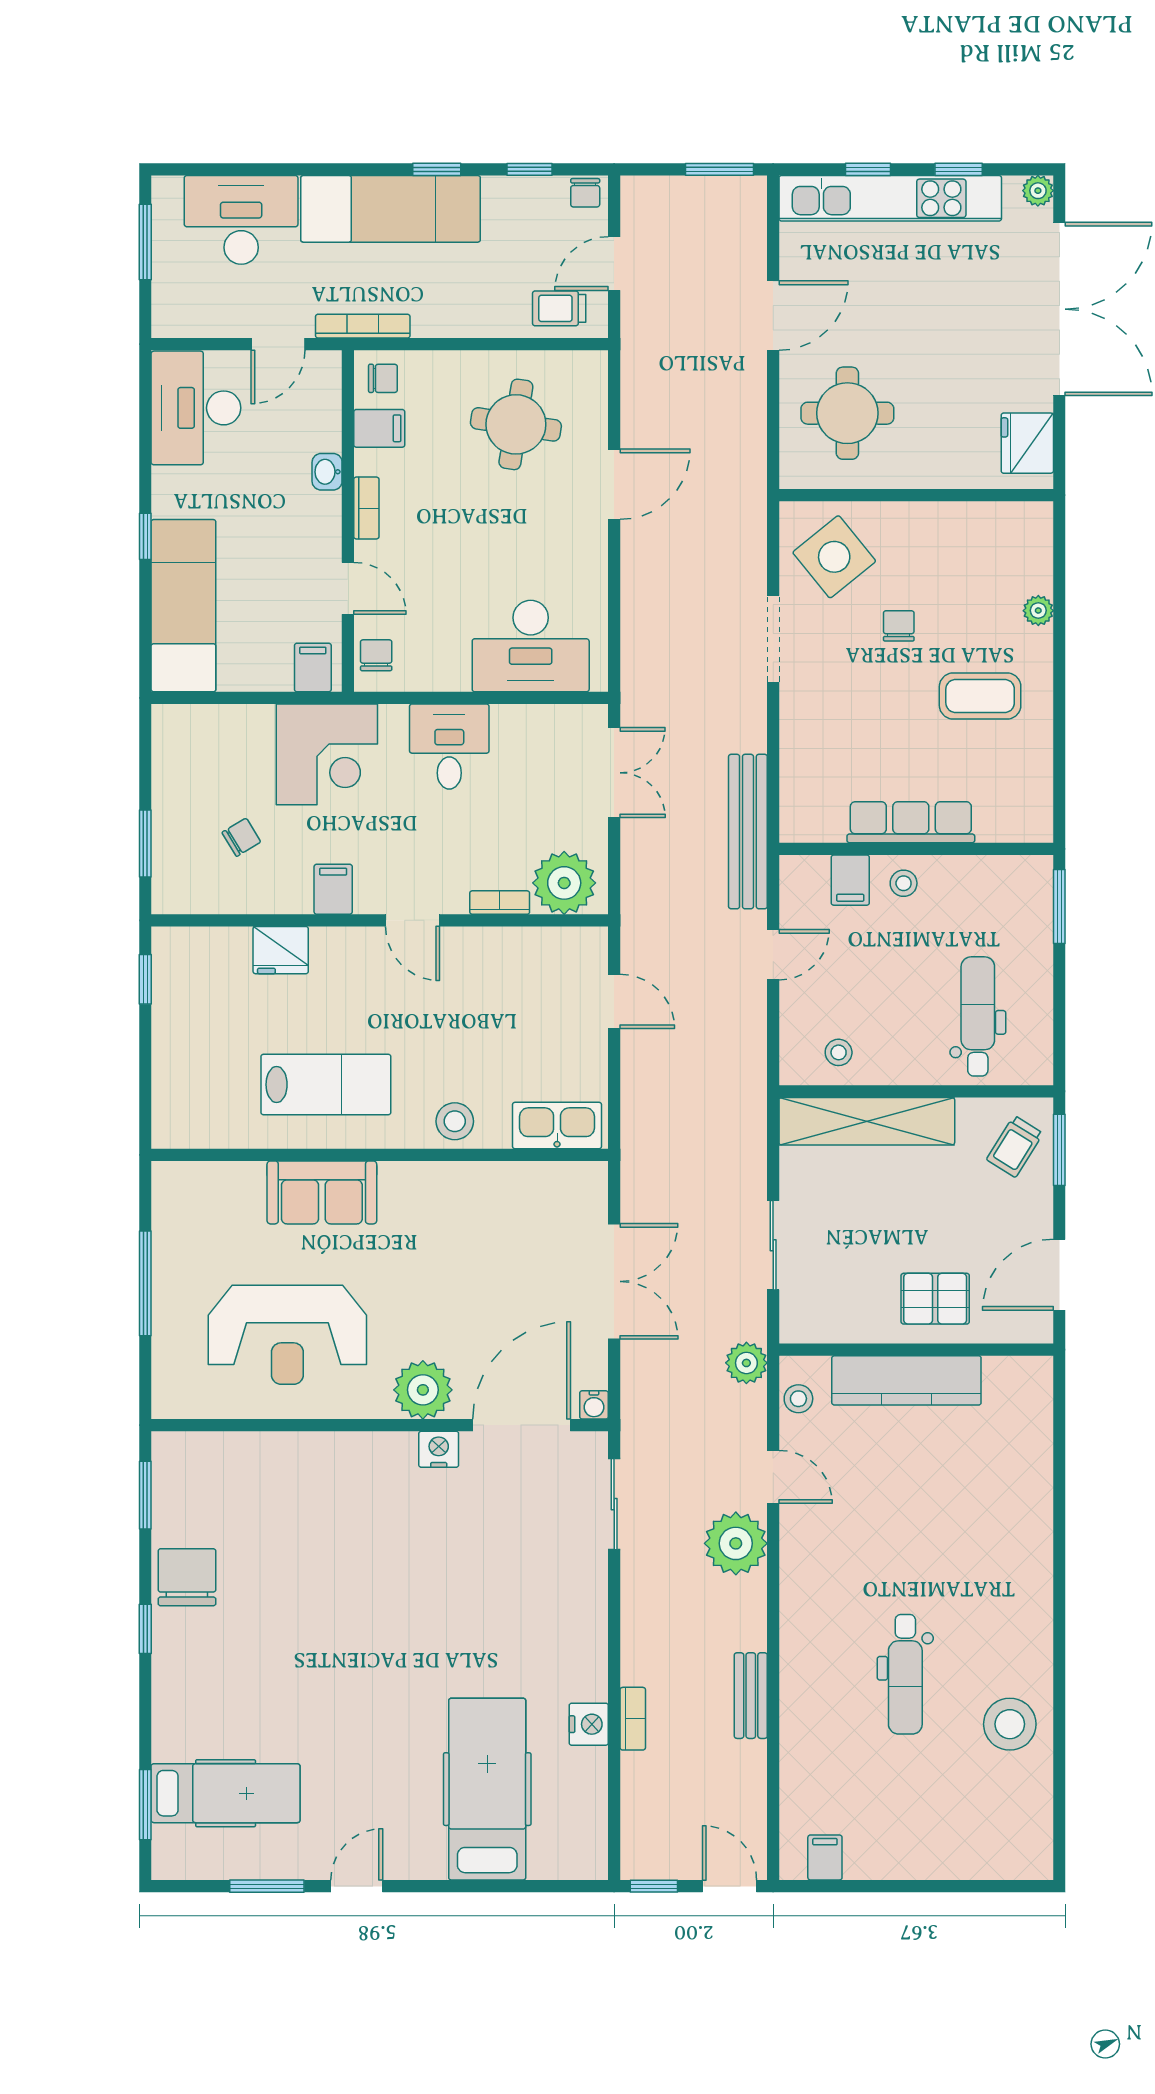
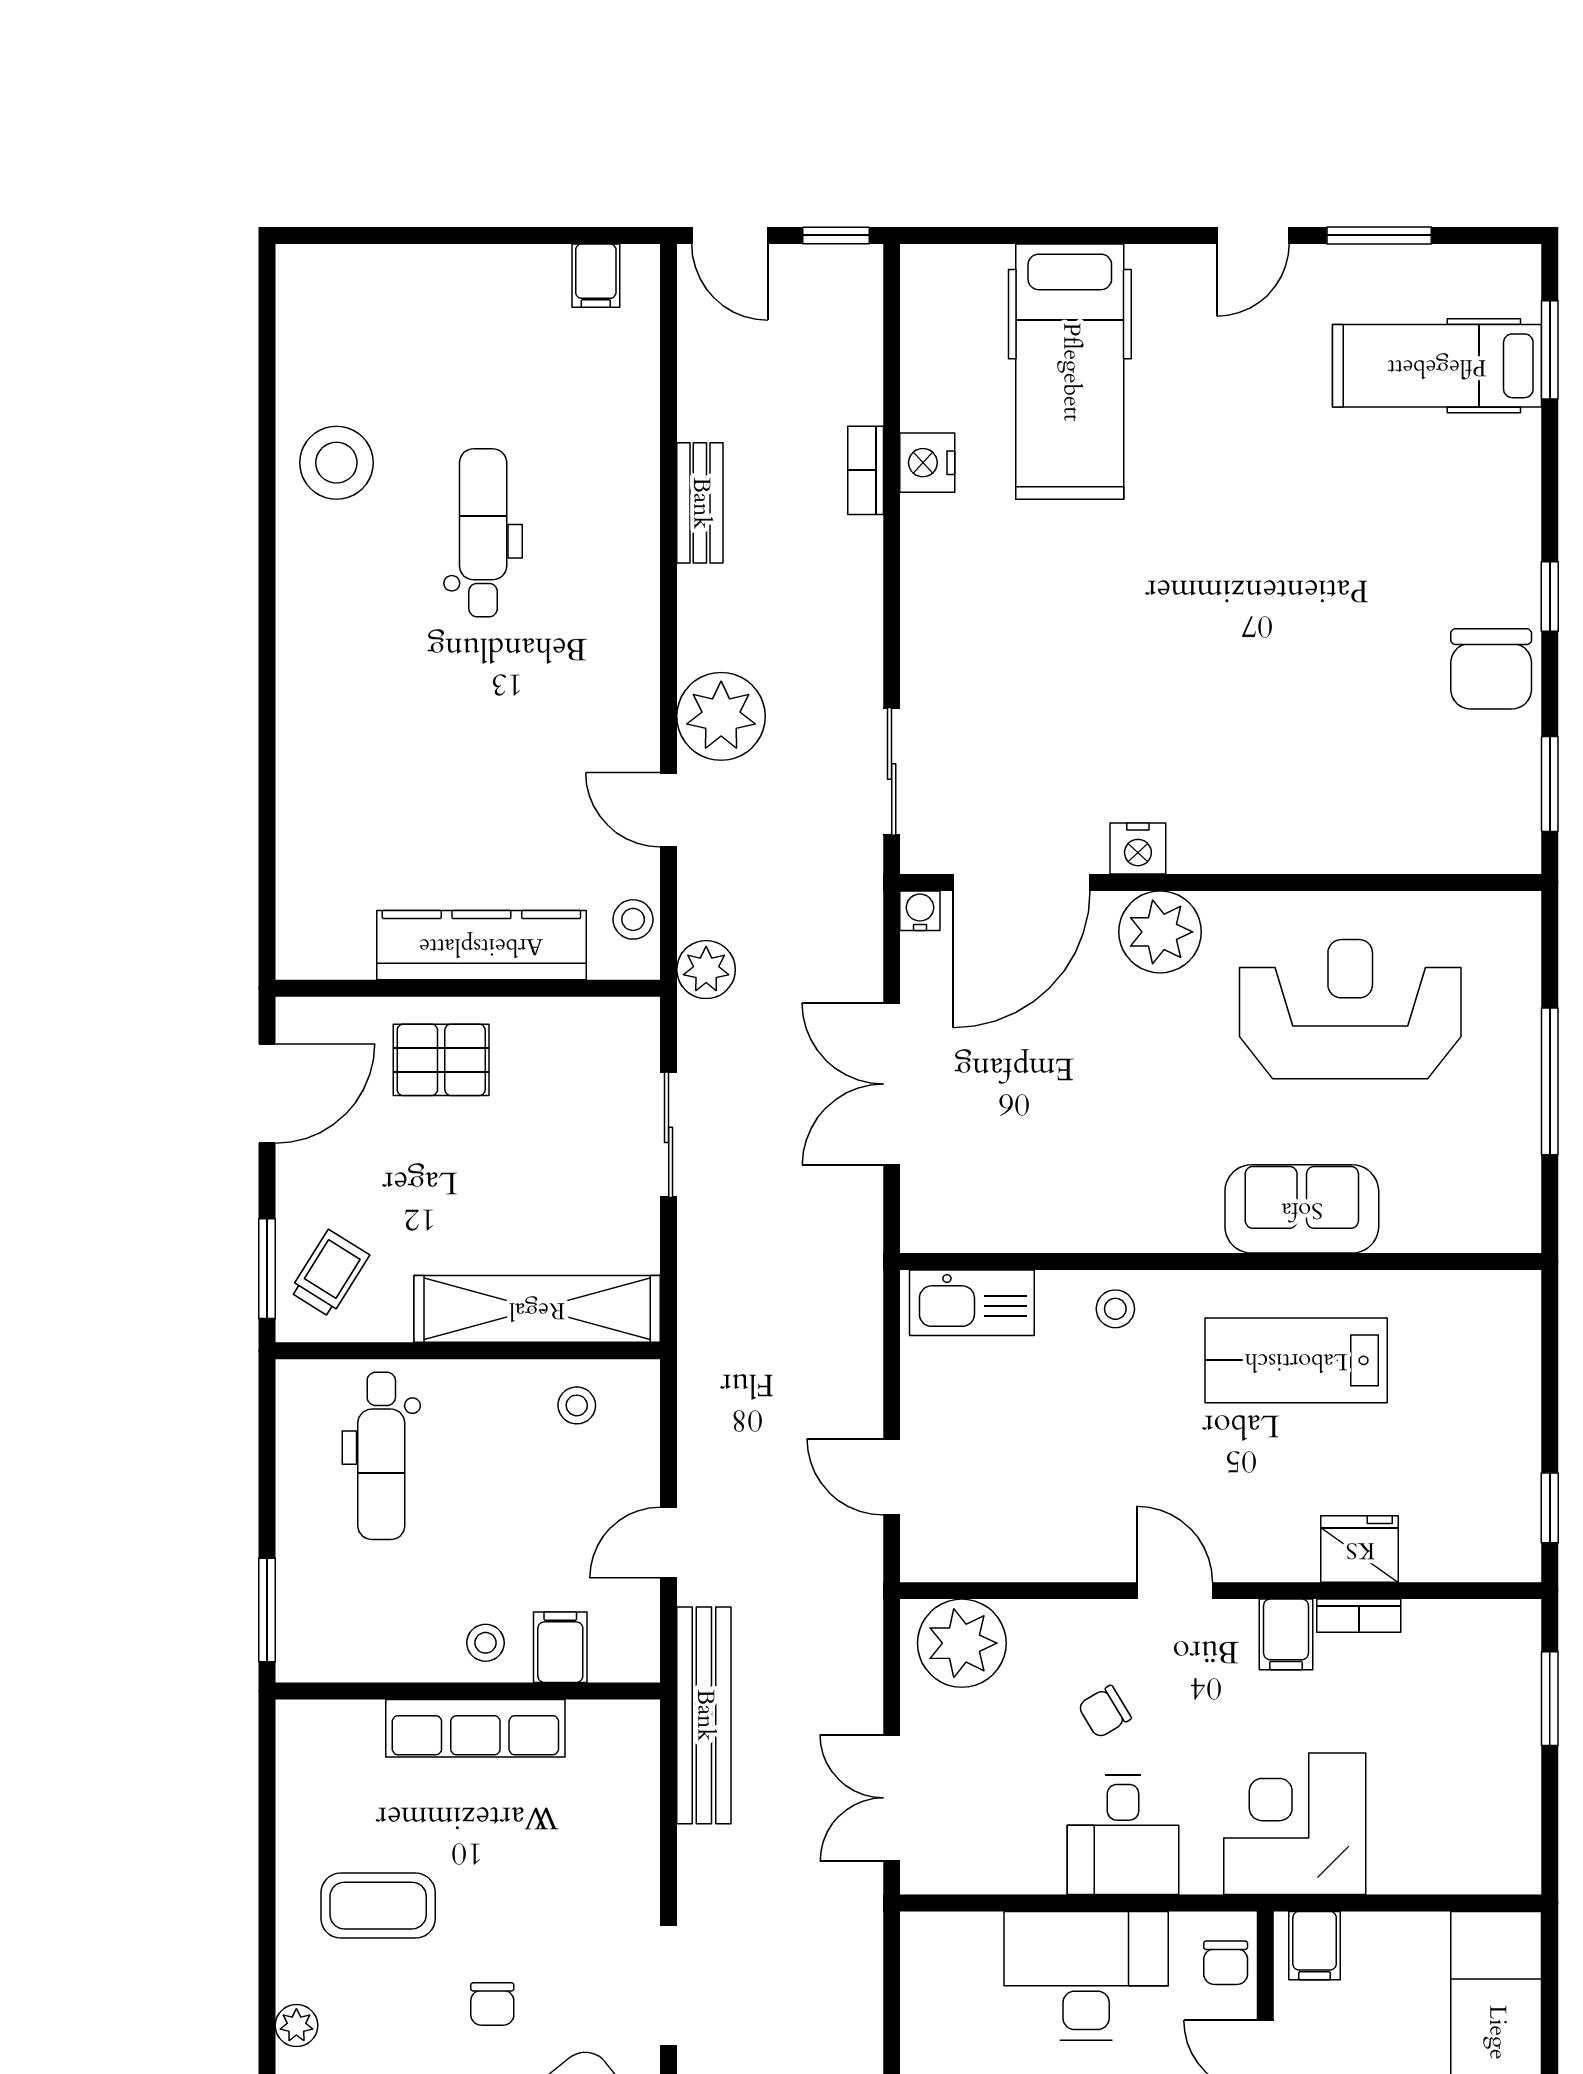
desk: (531, 646) -> (1086, 1976), moved
chair: (241, 837) -> (1104, 1712), moved
bookcase: (500, 903) -> (1359, 1616), moved
stool: (455, 1121) -> (1115, 1309), width x0.73, depth x0.73

